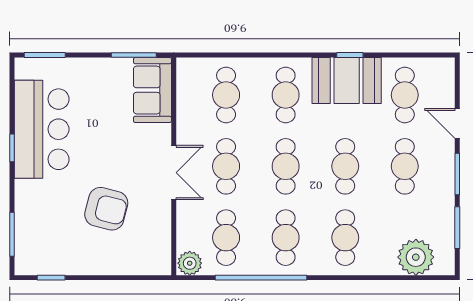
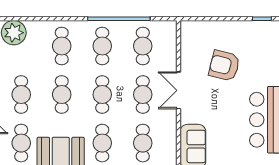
plant: (190, 263) -> (168, 29), removed

